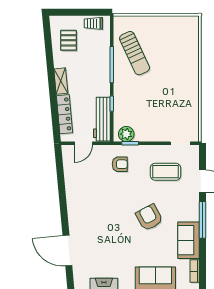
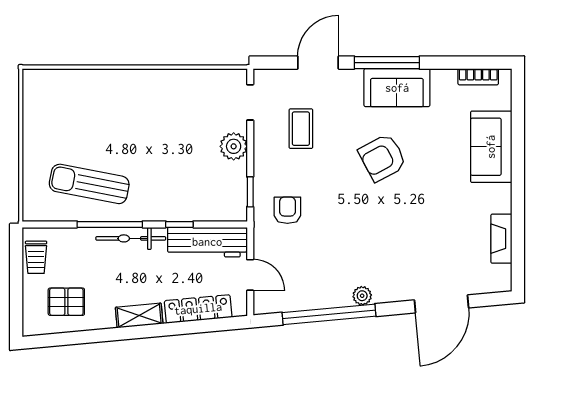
sun lounger: (135, 53) -> (89, 184), turned -144
bicycle: (104, 76) -> (131, 238), added
plant: (126, 134) -> (234, 146), moved
coffee table: (166, 172) -> (301, 129), width x0.73, depth x0.77
window: (61, 187) -> (329, 314), added
plant: (72, 206) -> (362, 296), added
sofa: (188, 240) -> (397, 88), moved

